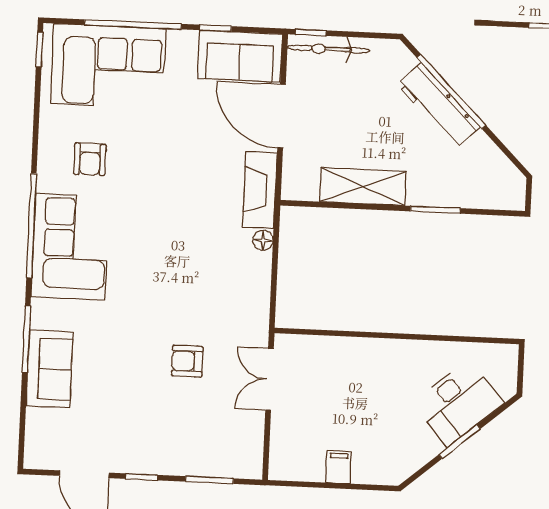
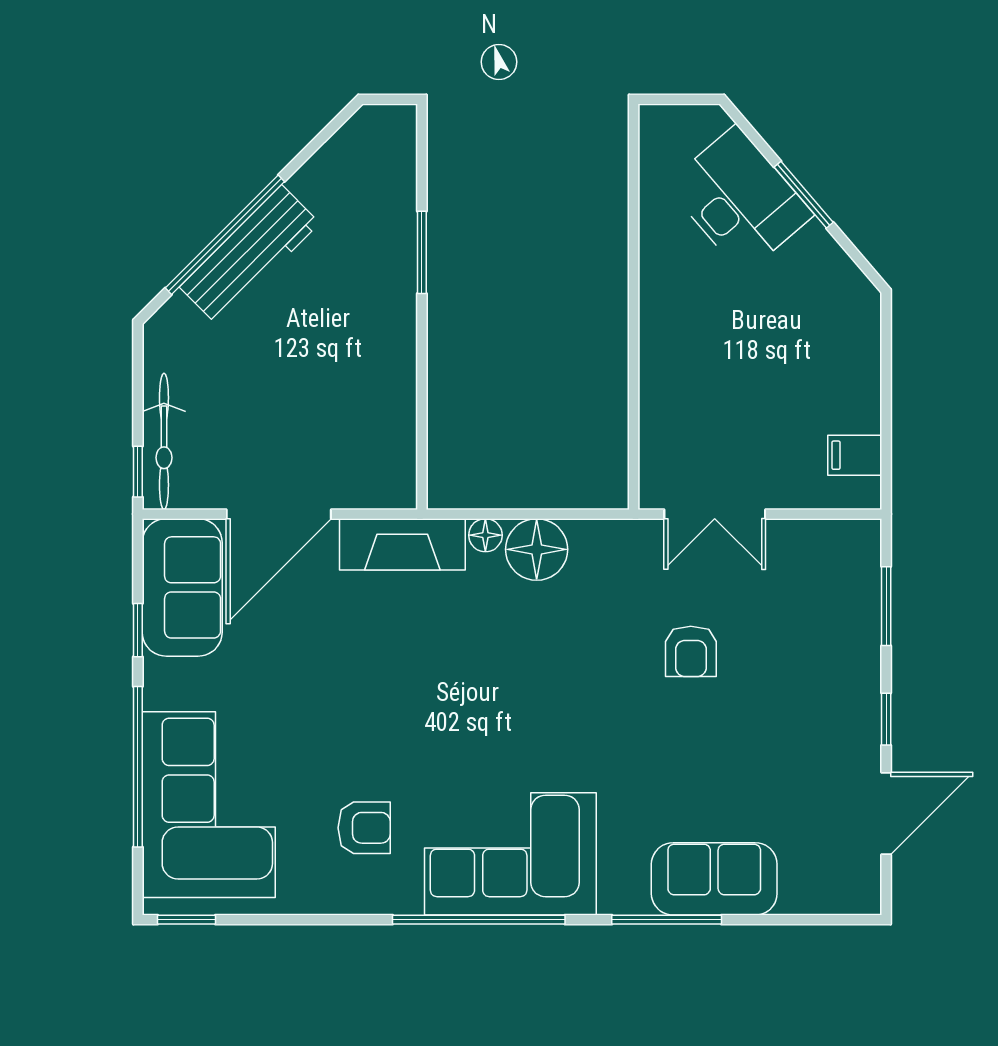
shelving: (363, 187) -> (389, 374), removed
floor lamp: (253, 271) -> (537, 549), added
filing cabinet: (338, 467) -> (855, 455), moved

